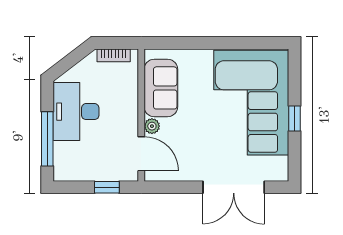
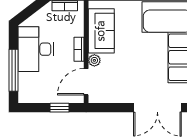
bookcase: (132, 112) -> (79, 49), added
door: (141, 154) -> (86, 82), swing flipped

